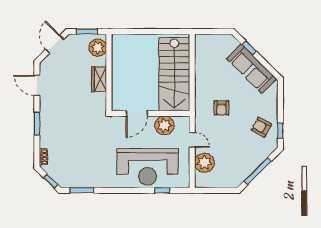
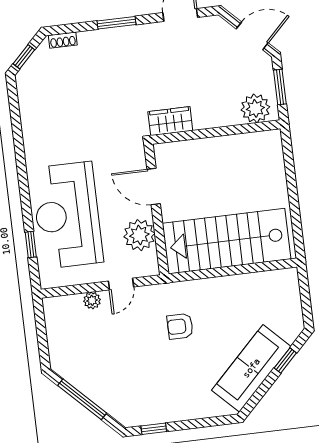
wardrobe: (99, 79) -> (170, 121), moved
armchair: (261, 127) -> (156, 397), removed
plant: (204, 163) -> (92, 300), width x0.53, depth x0.53
window: (82, 190) -> (15, 111), removed

